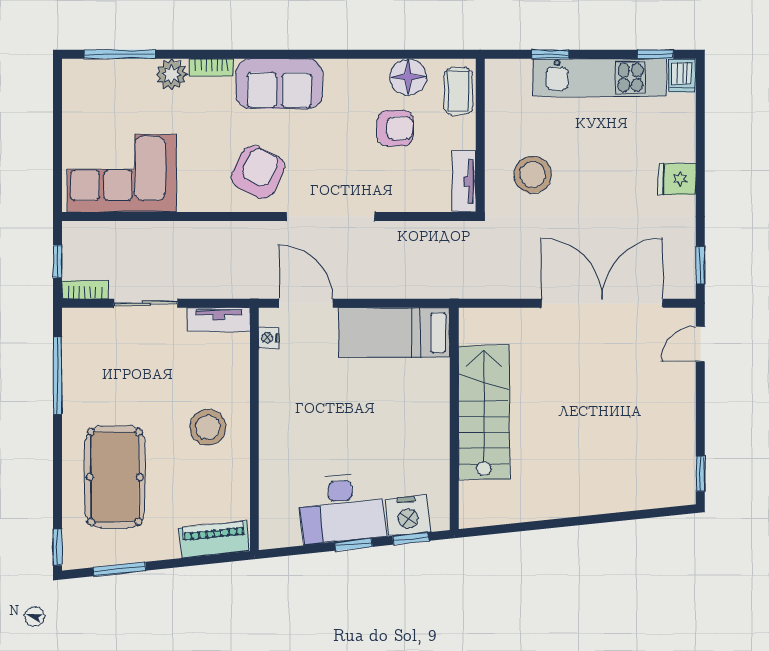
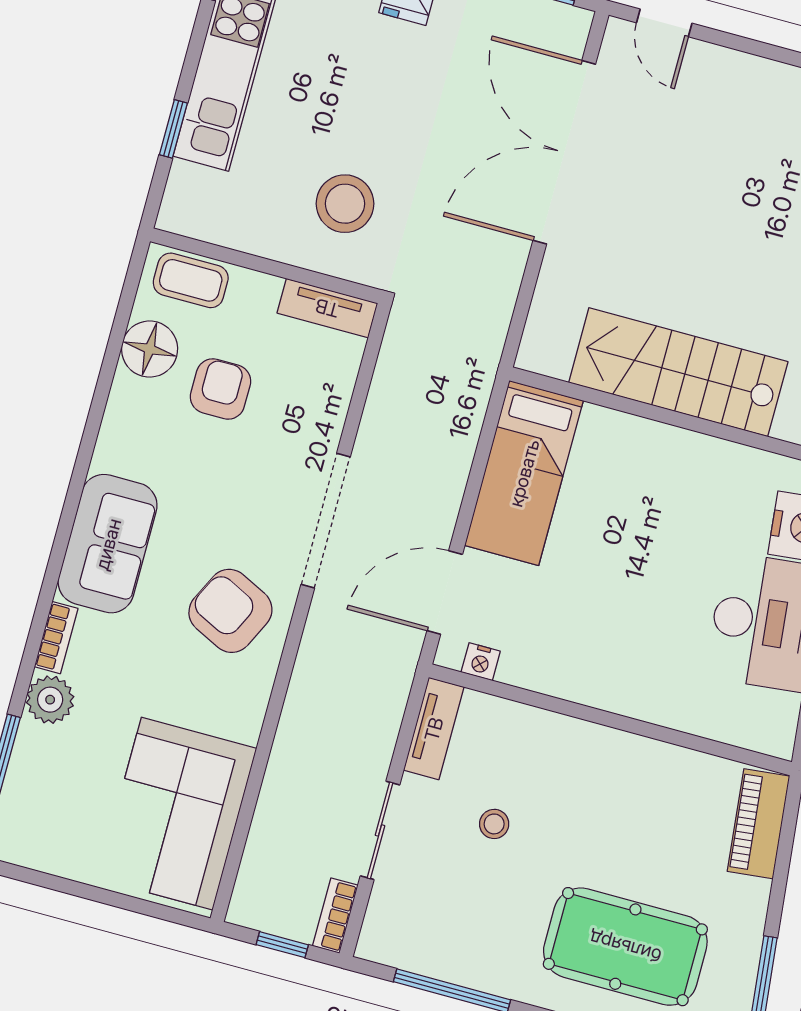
stool: (208, 427) -> (494, 824), moved, width x0.53, depth x0.53

